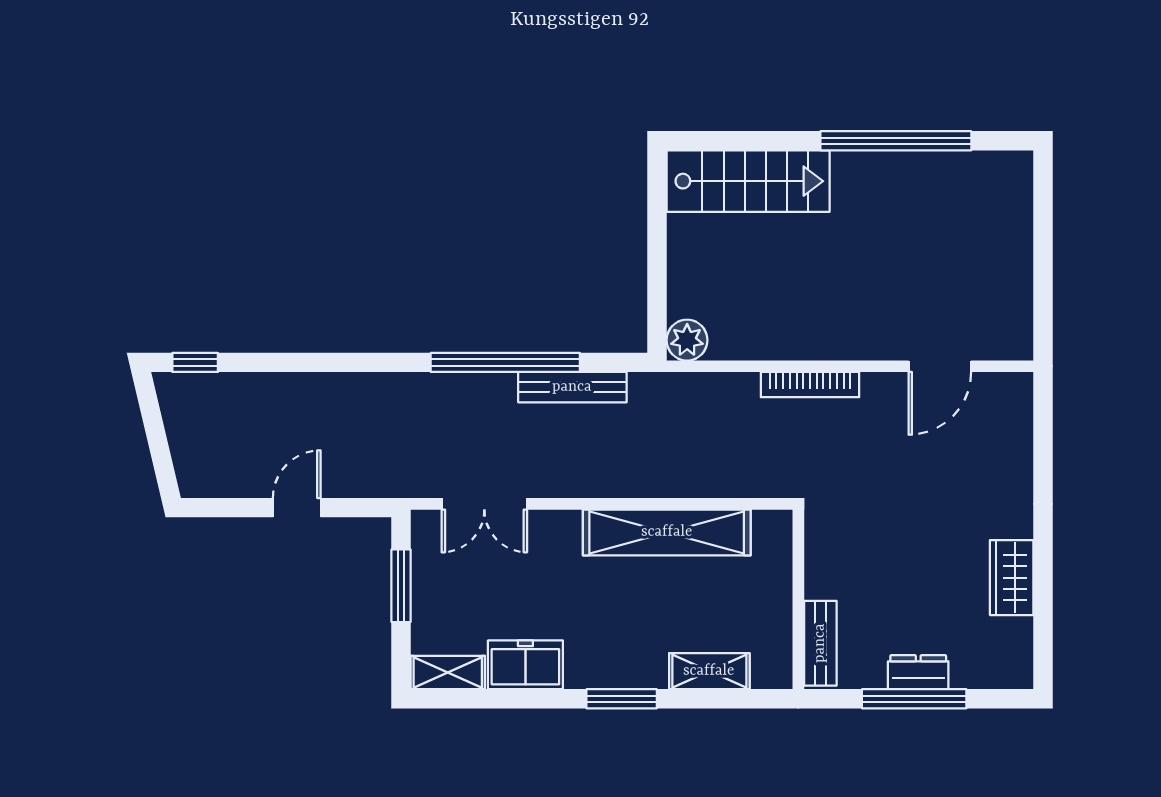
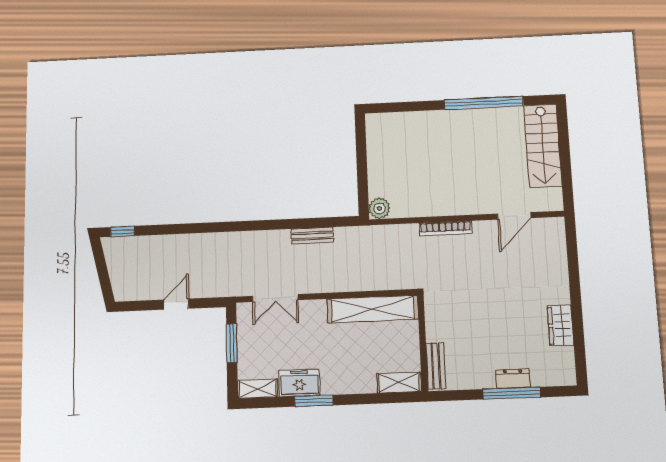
stairs: (748, 181) -> (543, 146), moved, turned 90
window: (505, 362) -> (284, 224), removed
bench: (572, 387) -> (312, 236), width x0.73
wall: (798, 599) -> (423, 343), moved
bench: (820, 643) -> (436, 366), moved
window: (622, 699) -> (314, 401), moved

